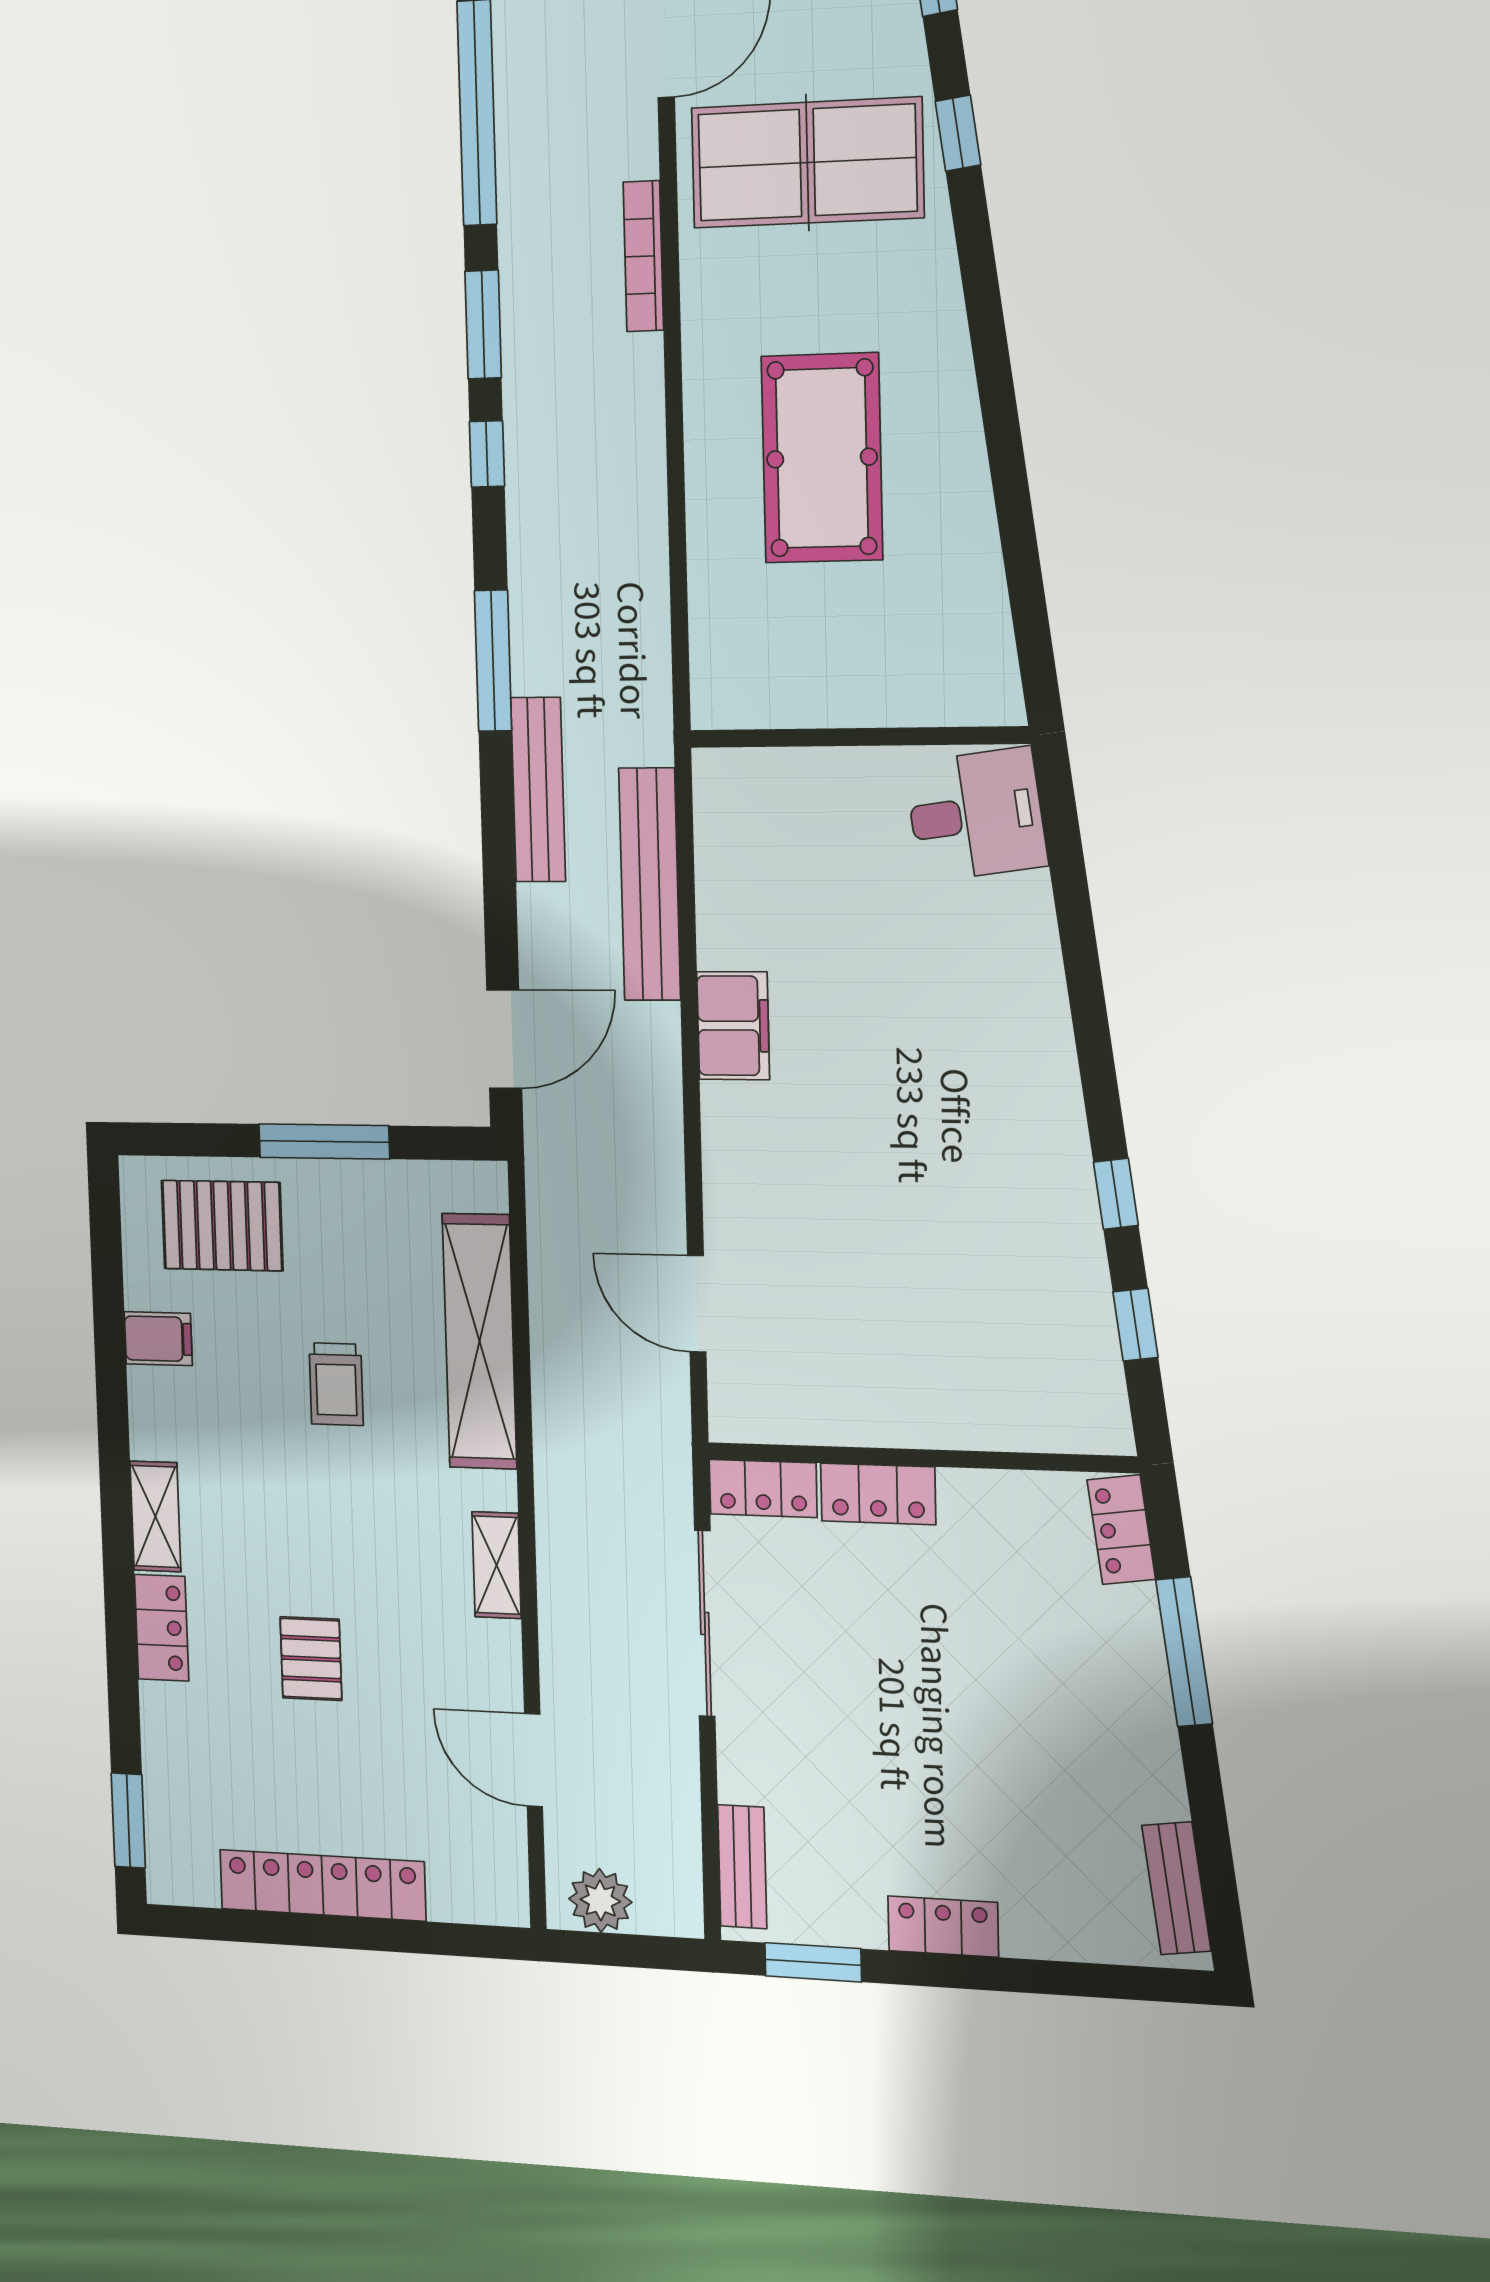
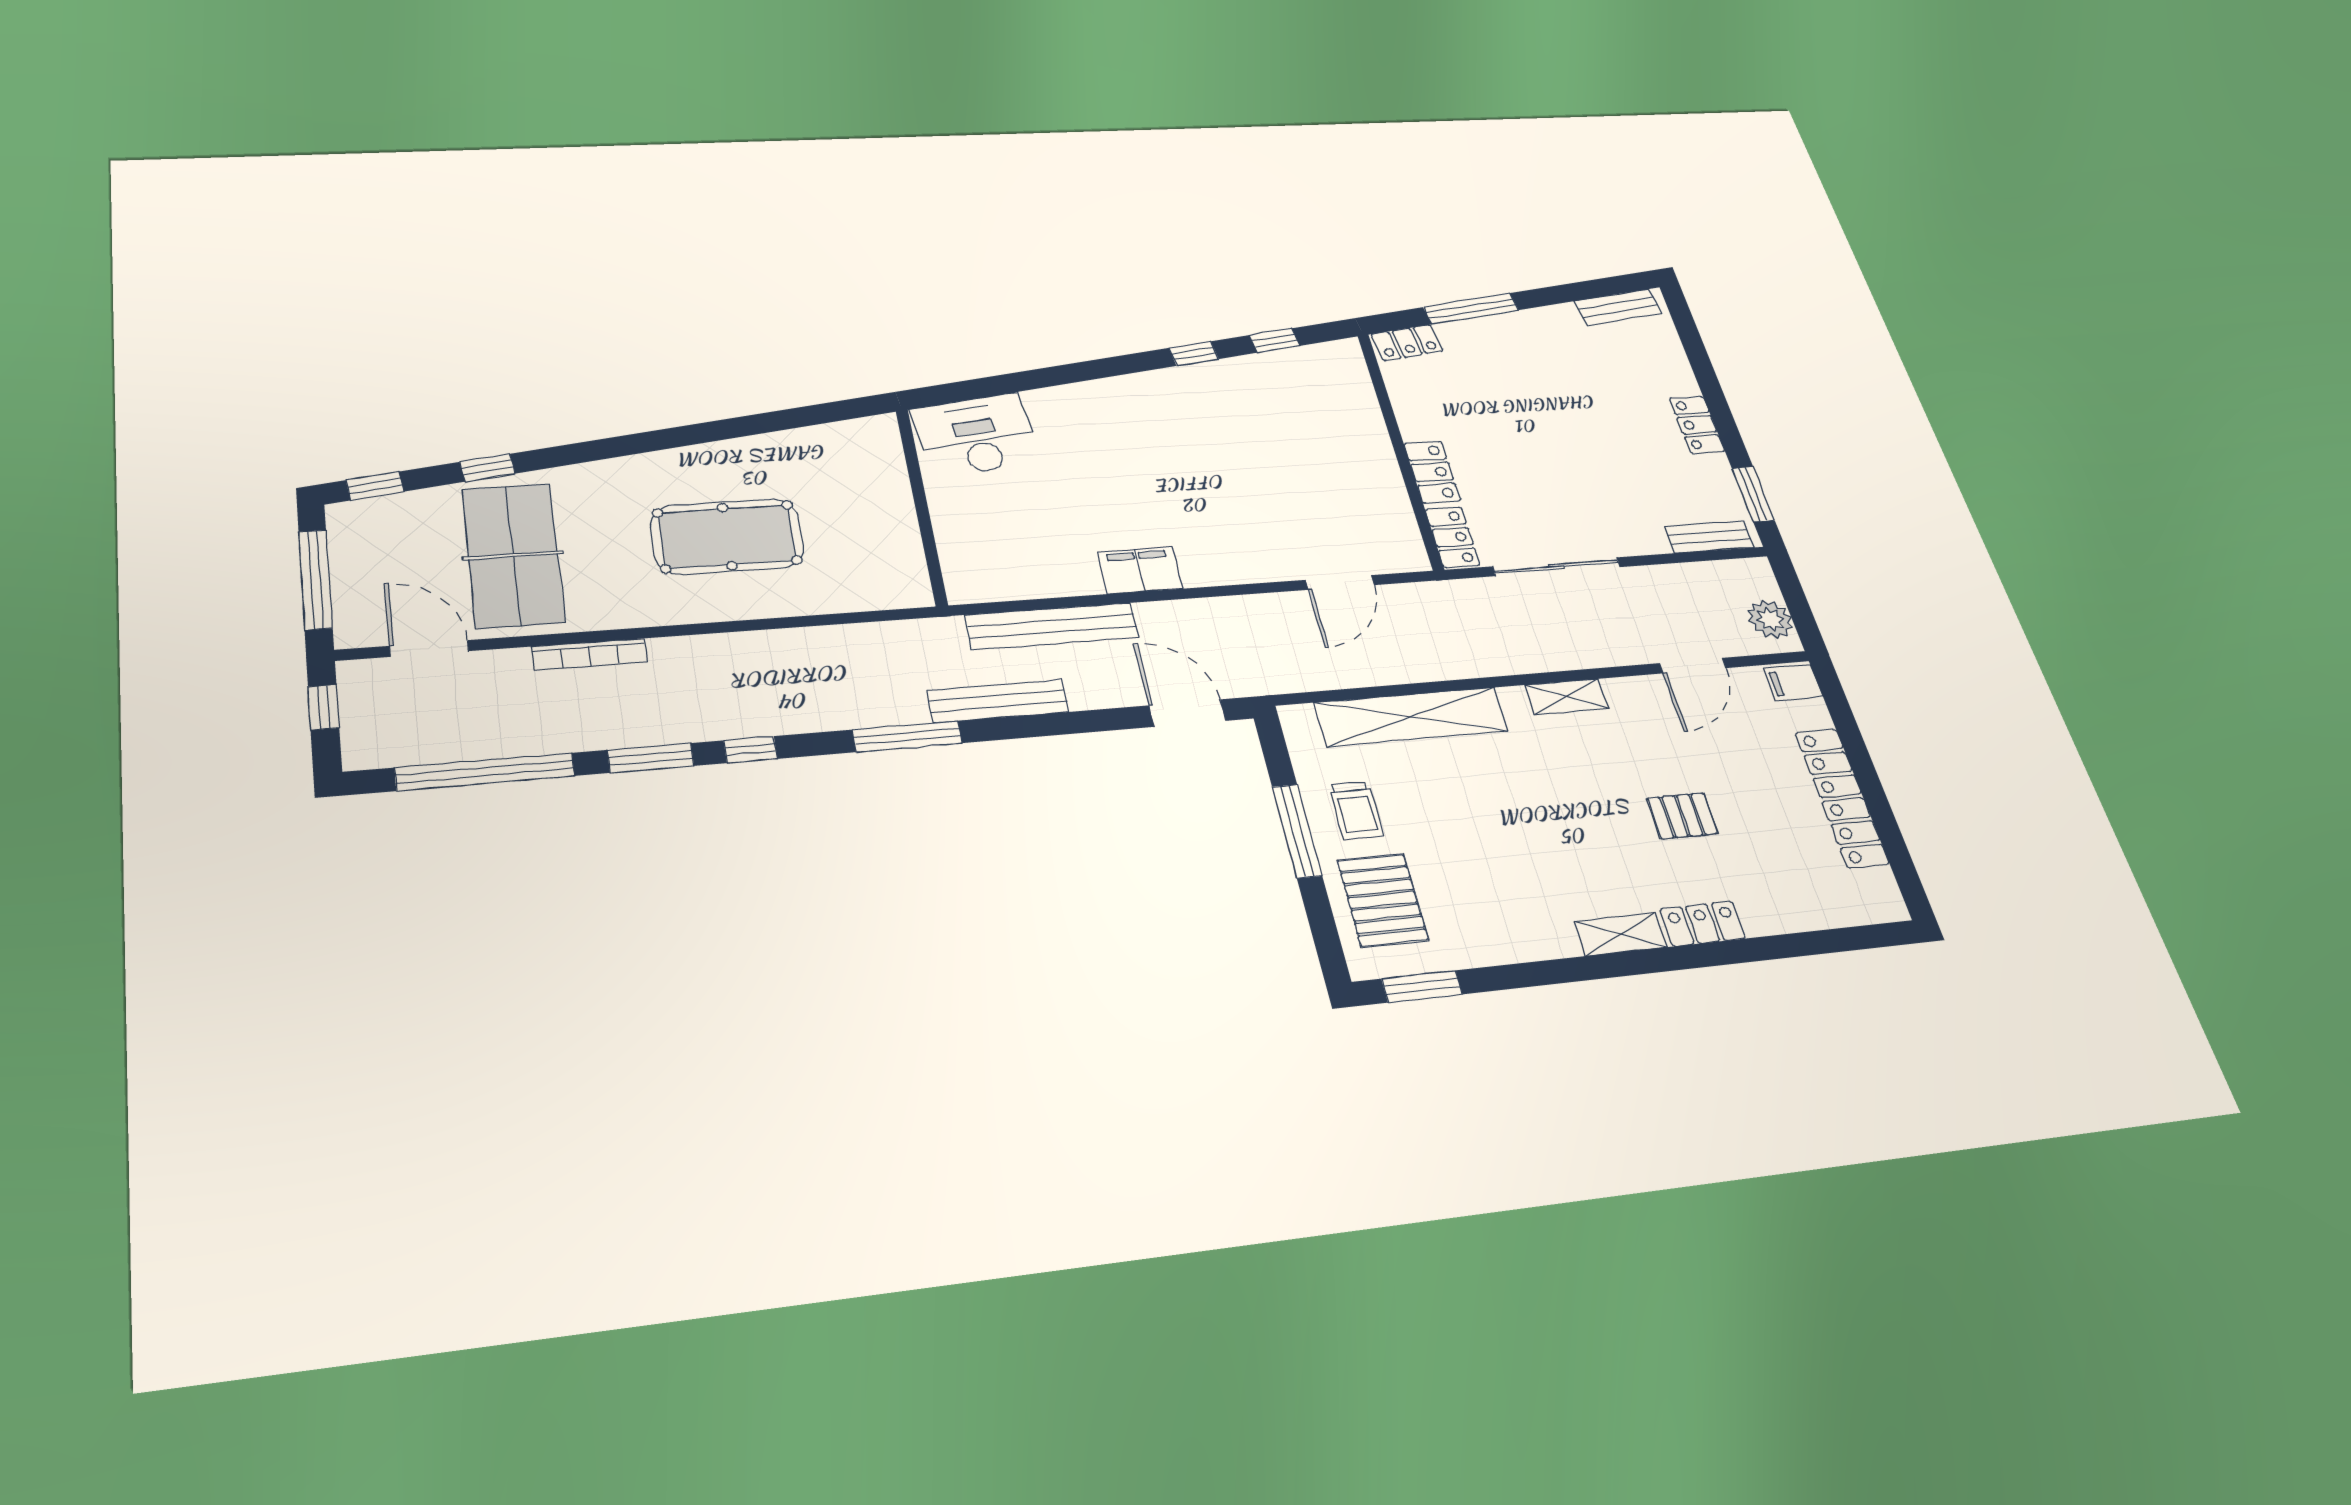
desk: (976, 815) -> (976, 435), width x1.37
filing cabinet: (158, 1339) -> (1793, 683), moved, turned -90
trolley: (336, 1384) -> (1356, 811), moved, turned 90
window: (128, 1821) -> (1422, 986), moved

